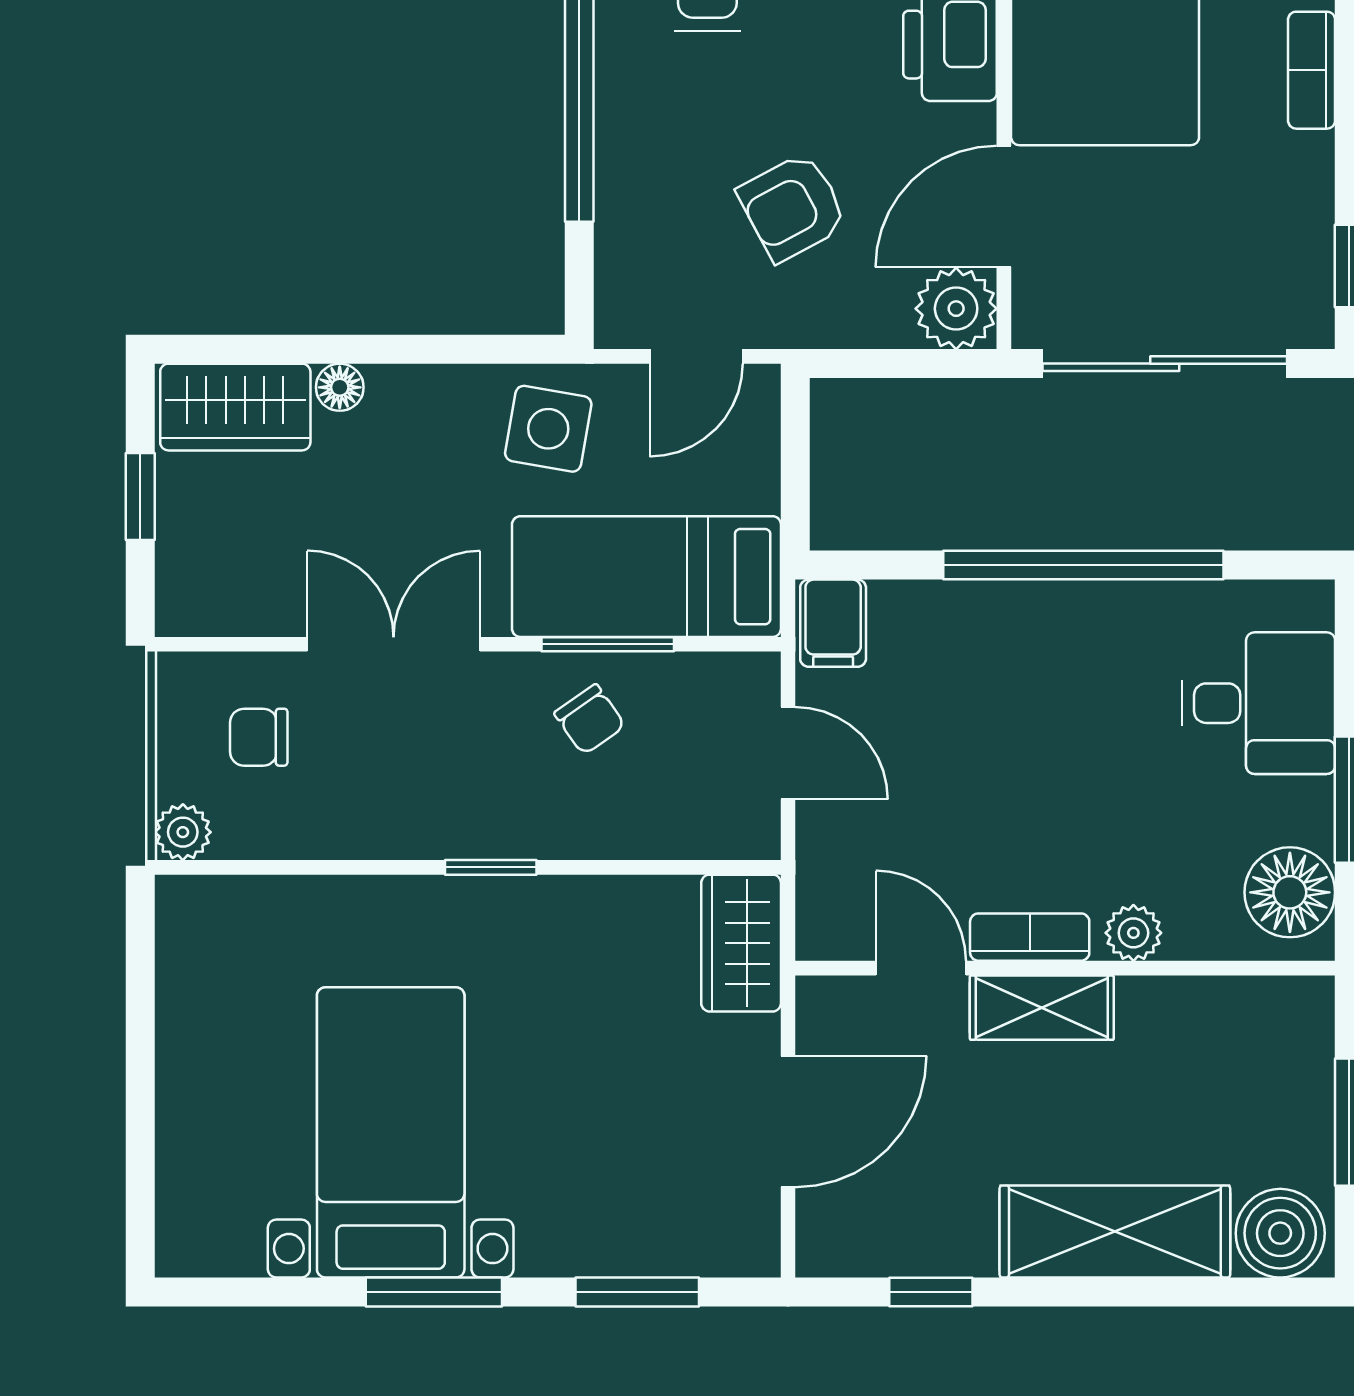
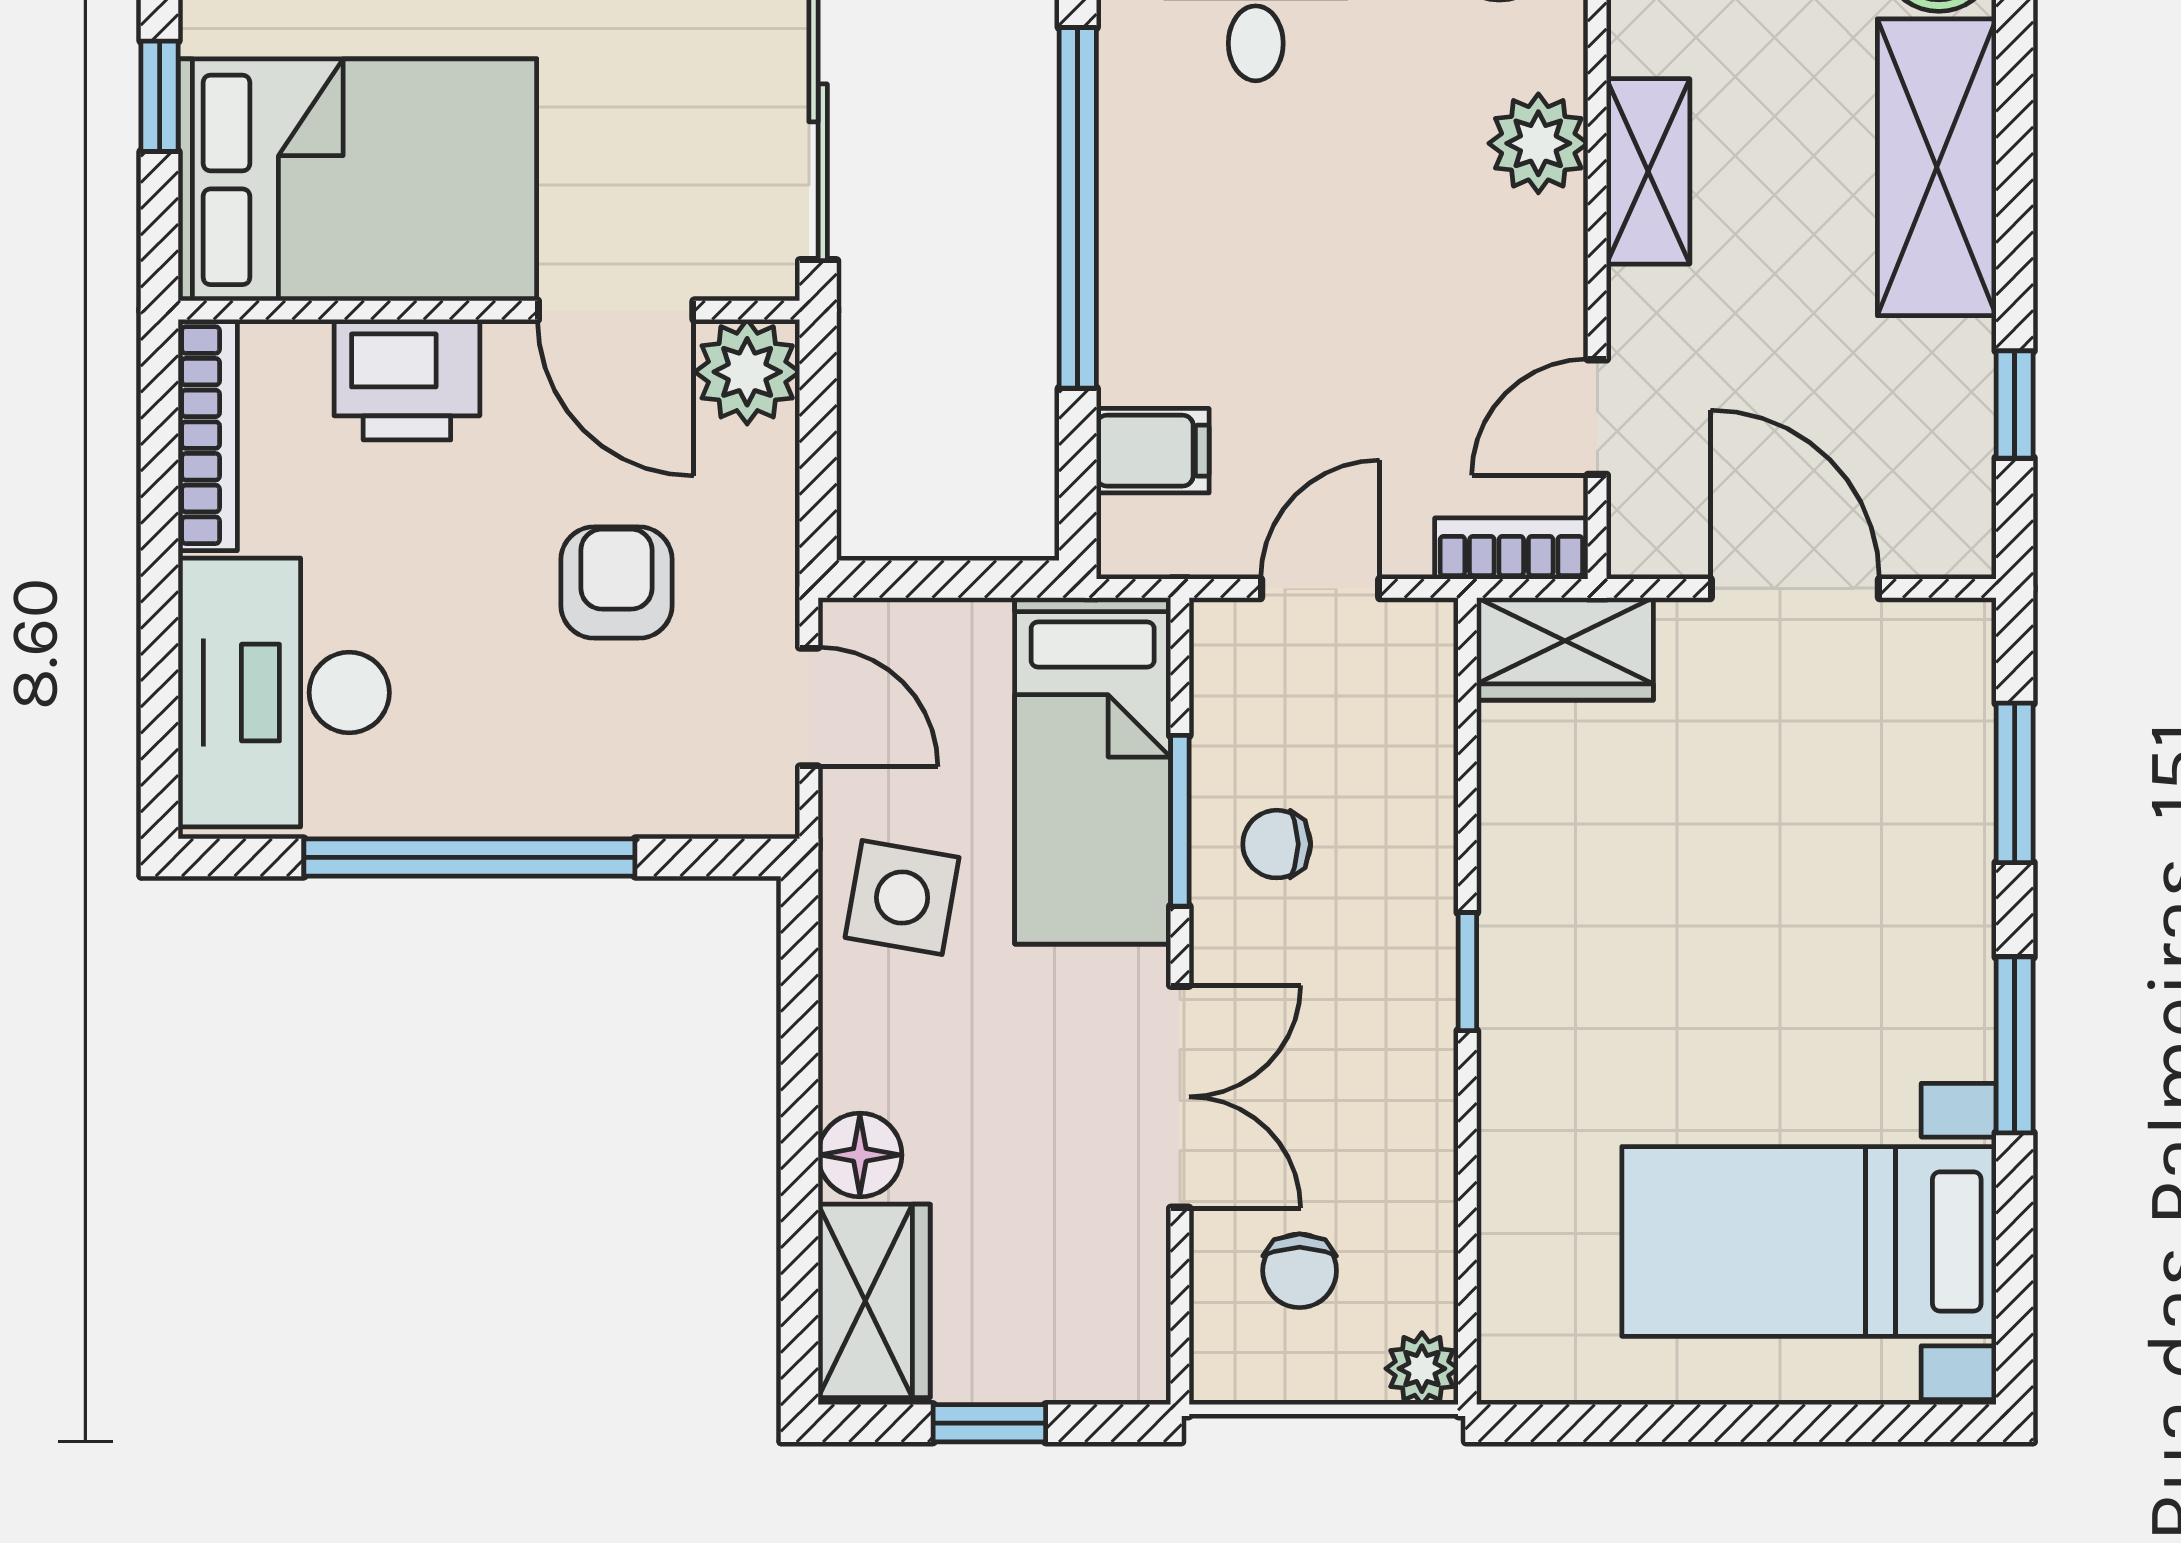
armchair: (793, 207) -> (617, 583), turned -152
floor lamp: (340, 387) -> (860, 1155), width x1.37, depth x1.37
filing cabinet: (833, 623) -> (1153, 451), moved
double door: (394, 644) -> (1180, 1097), swing flipped
chair: (590, 719) -> (1277, 844), turned -145
plant: (1133, 933) -> (1538, 143), width x1.38, depth x1.38
bookcase: (1030, 937) -> (1511, 549), moved, turned 90
shelving: (1042, 1008) -> (1648, 171), moved
bed with nightstands: (391, 1132) -> (1809, 1241), moved

